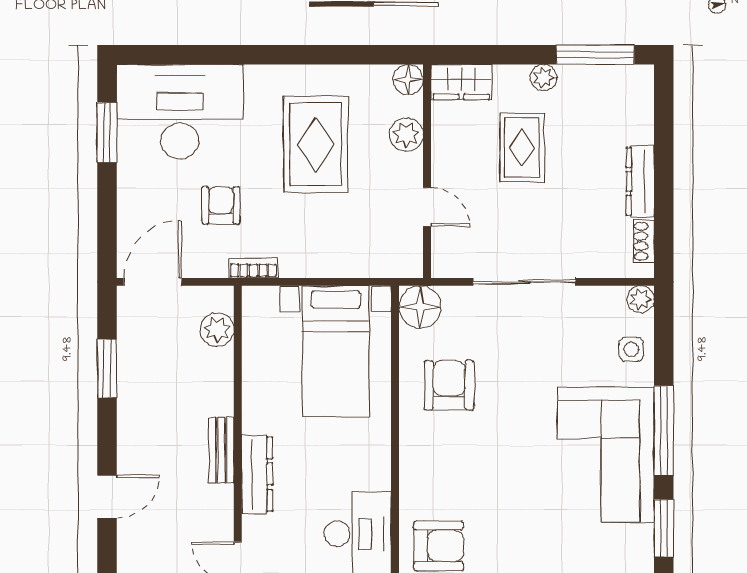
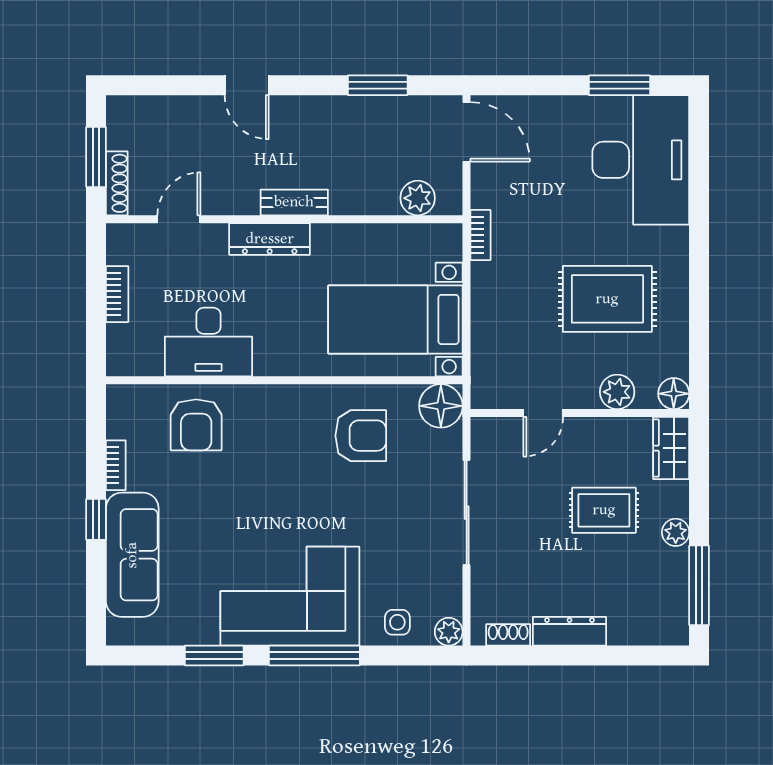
armchair: (221, 205) -> (545, 202), removed

